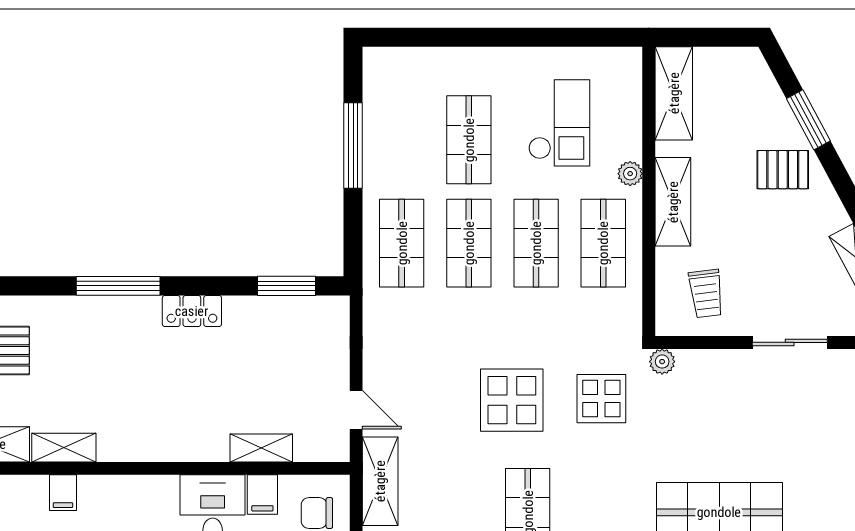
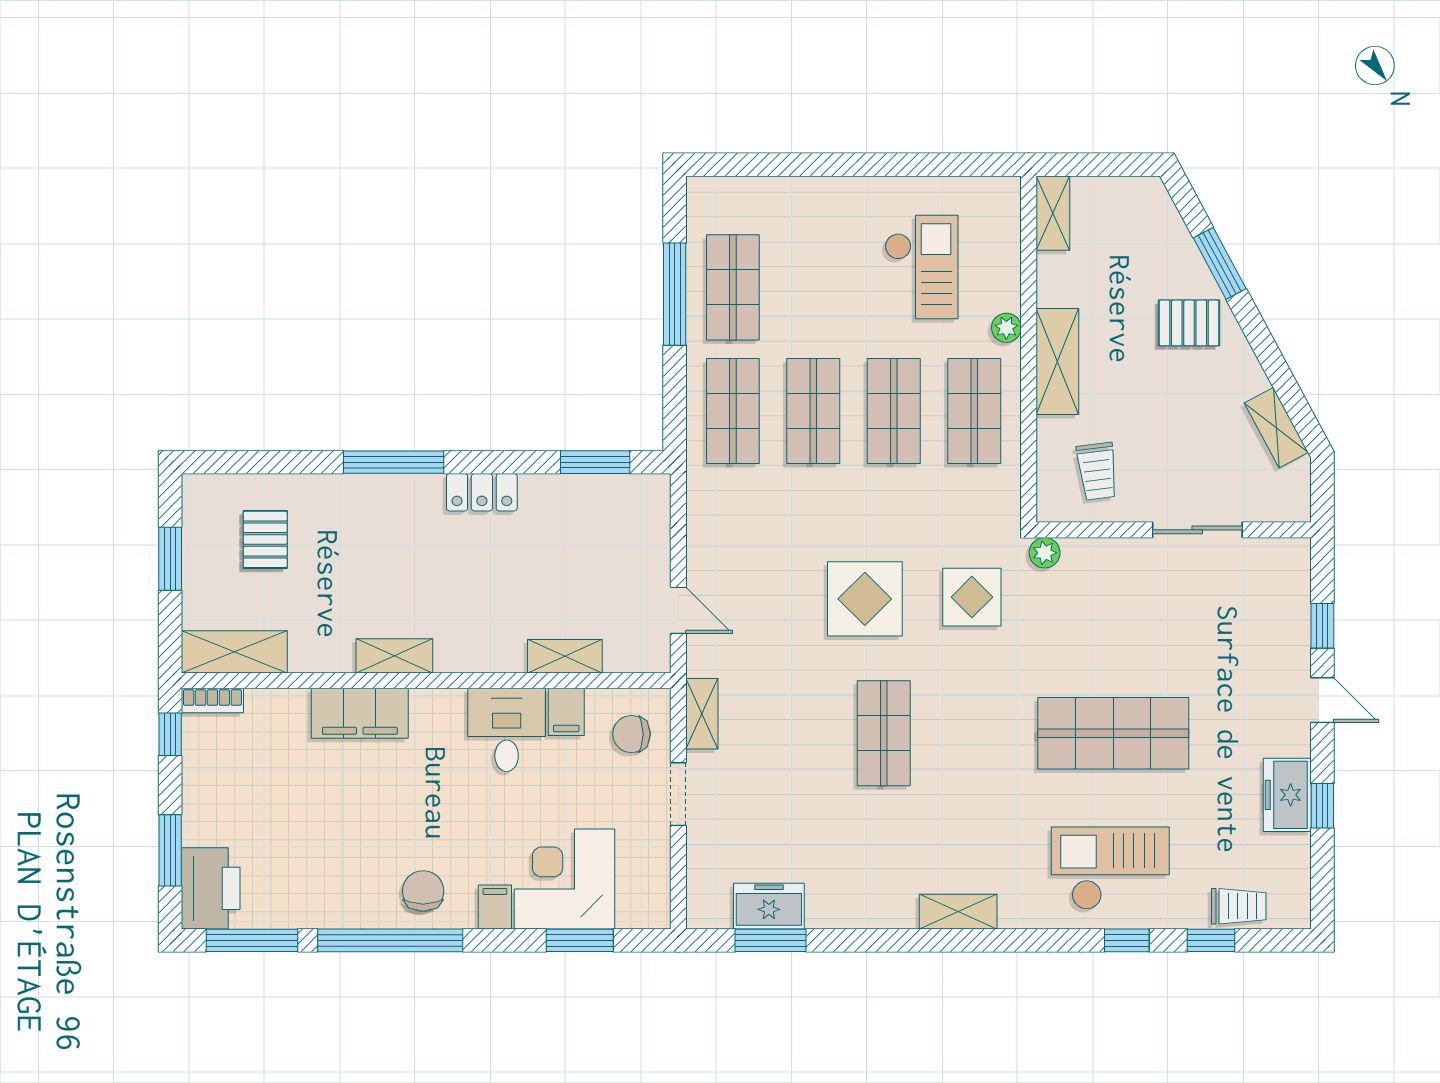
shelving: (674, 93) -> (1053, 213), width x0.67, depth x0.75
shop shelf: (469, 140) -> (733, 287), moved
shelving: (64, 448) -> (394, 656), moved
shelving: (380, 481) -> (702, 714), width x0.67, depth x0.75
filing cabinet: (63, 493) -> (360, 713), width x3.00, depth x1.17

